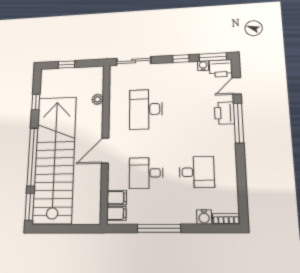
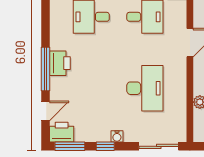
water cooler: (203, 66) -> (117, 136), moved
printer: (224, 113) -> (60, 63), moved

